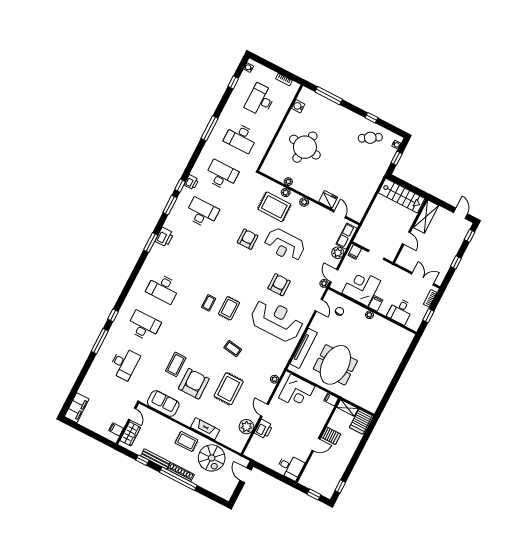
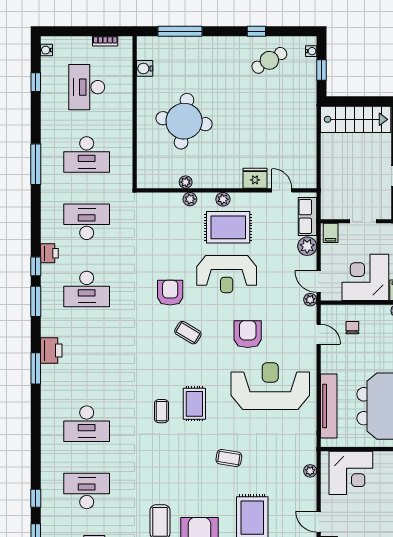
rug: (274, 207) -> (228, 227), moved
desk: (202, 213) -> (87, 289), turned 180
coffee table: (246, 267) -> (188, 333), added

